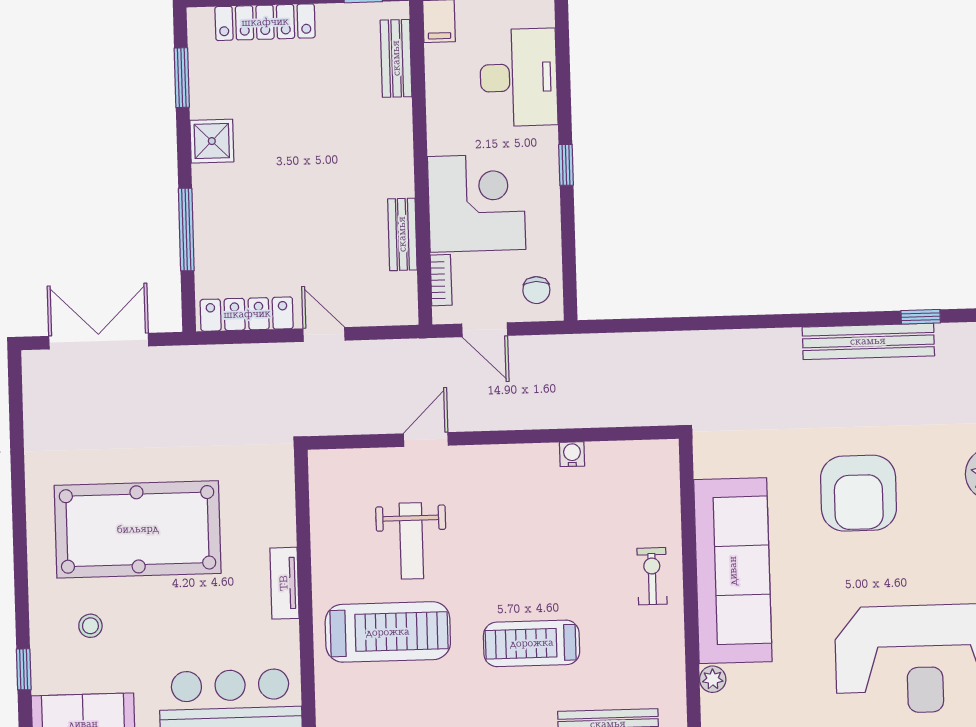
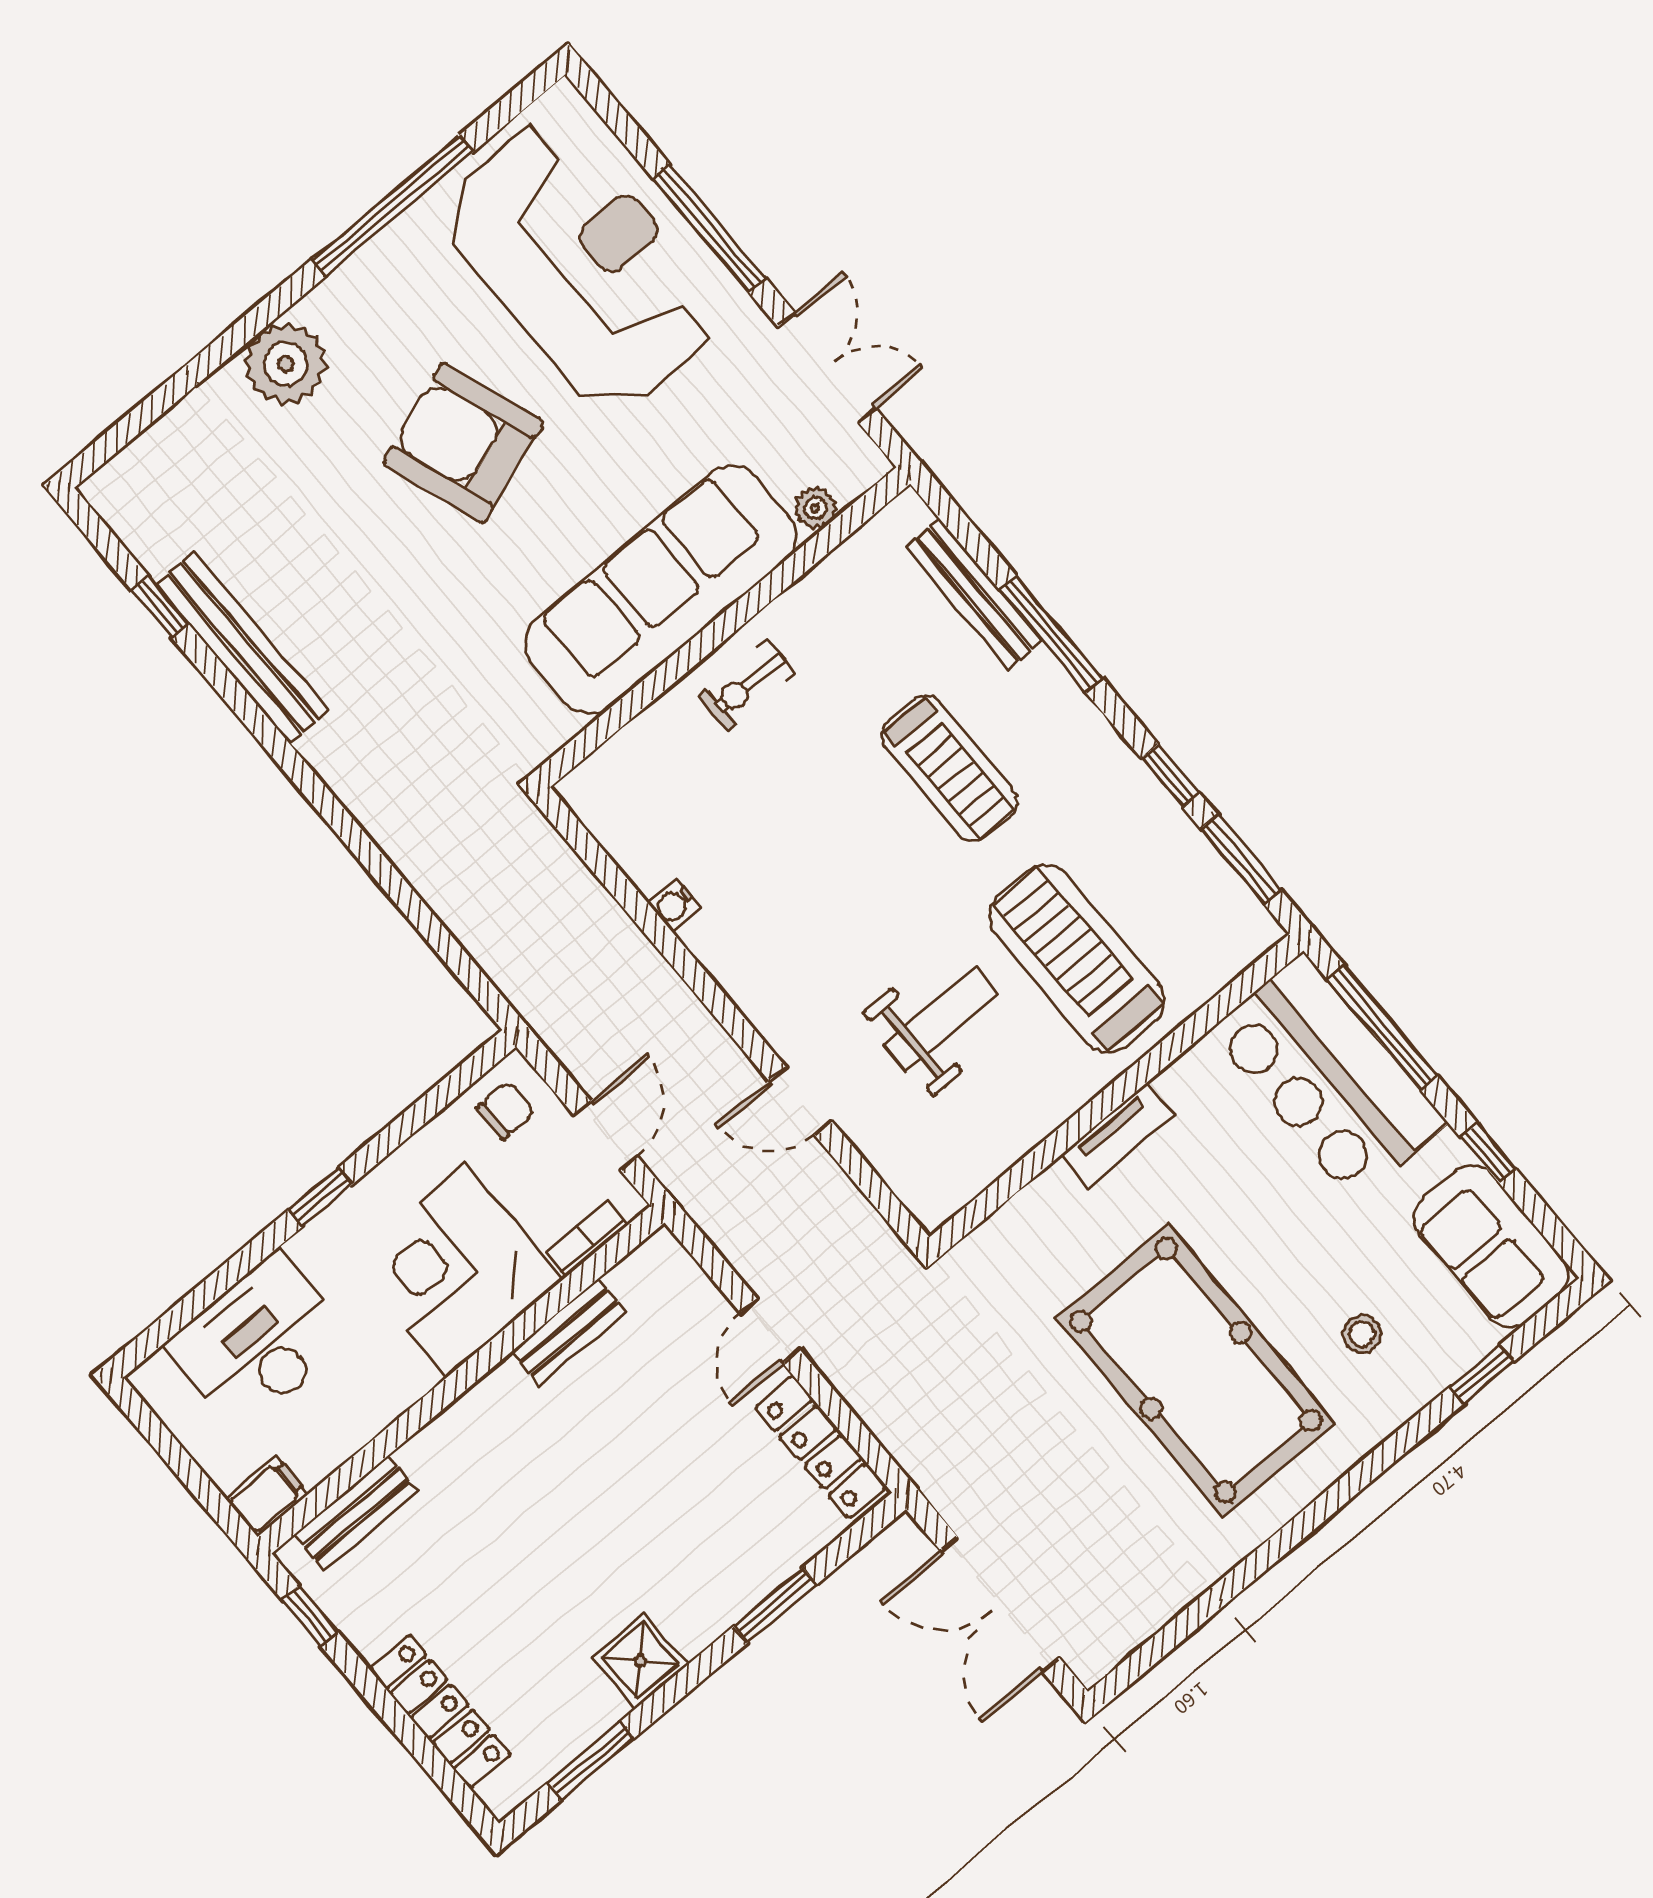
window: (186, 230) -> (775, 1605), width x0.69
armchair: (859, 493) -> (463, 443), moved, turned -109

